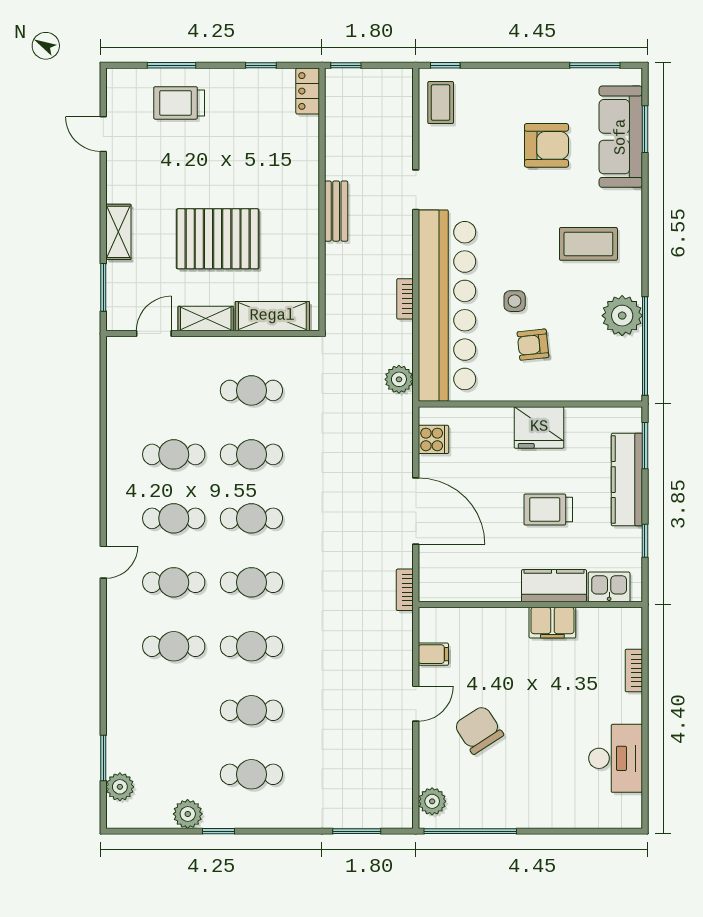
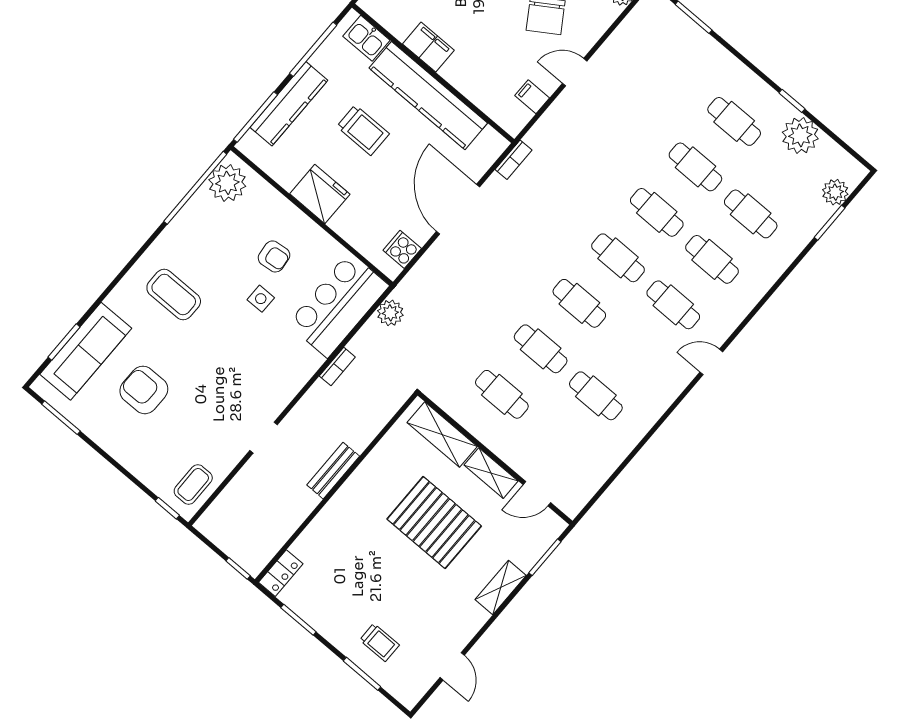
window: (261, 65) -> (298, 620), width x1.50
trolley: (179, 103) -> (379, 642), width x0.73, depth x0.72
bar counter: (447, 306) -> (338, 305), width x0.54
plant: (622, 316) -> (227, 183), moved
window: (645, 446) -> (255, 117), width x1.44
cafe table: (174, 518) -> (751, 214), moved
window: (645, 541) -> (313, 49), width x2.17
kitchen counter: (554, 586) -> (428, 96), width x2.08, depth x1.17
plant: (188, 814) -> (800, 135), width x1.36, depth x1.36

